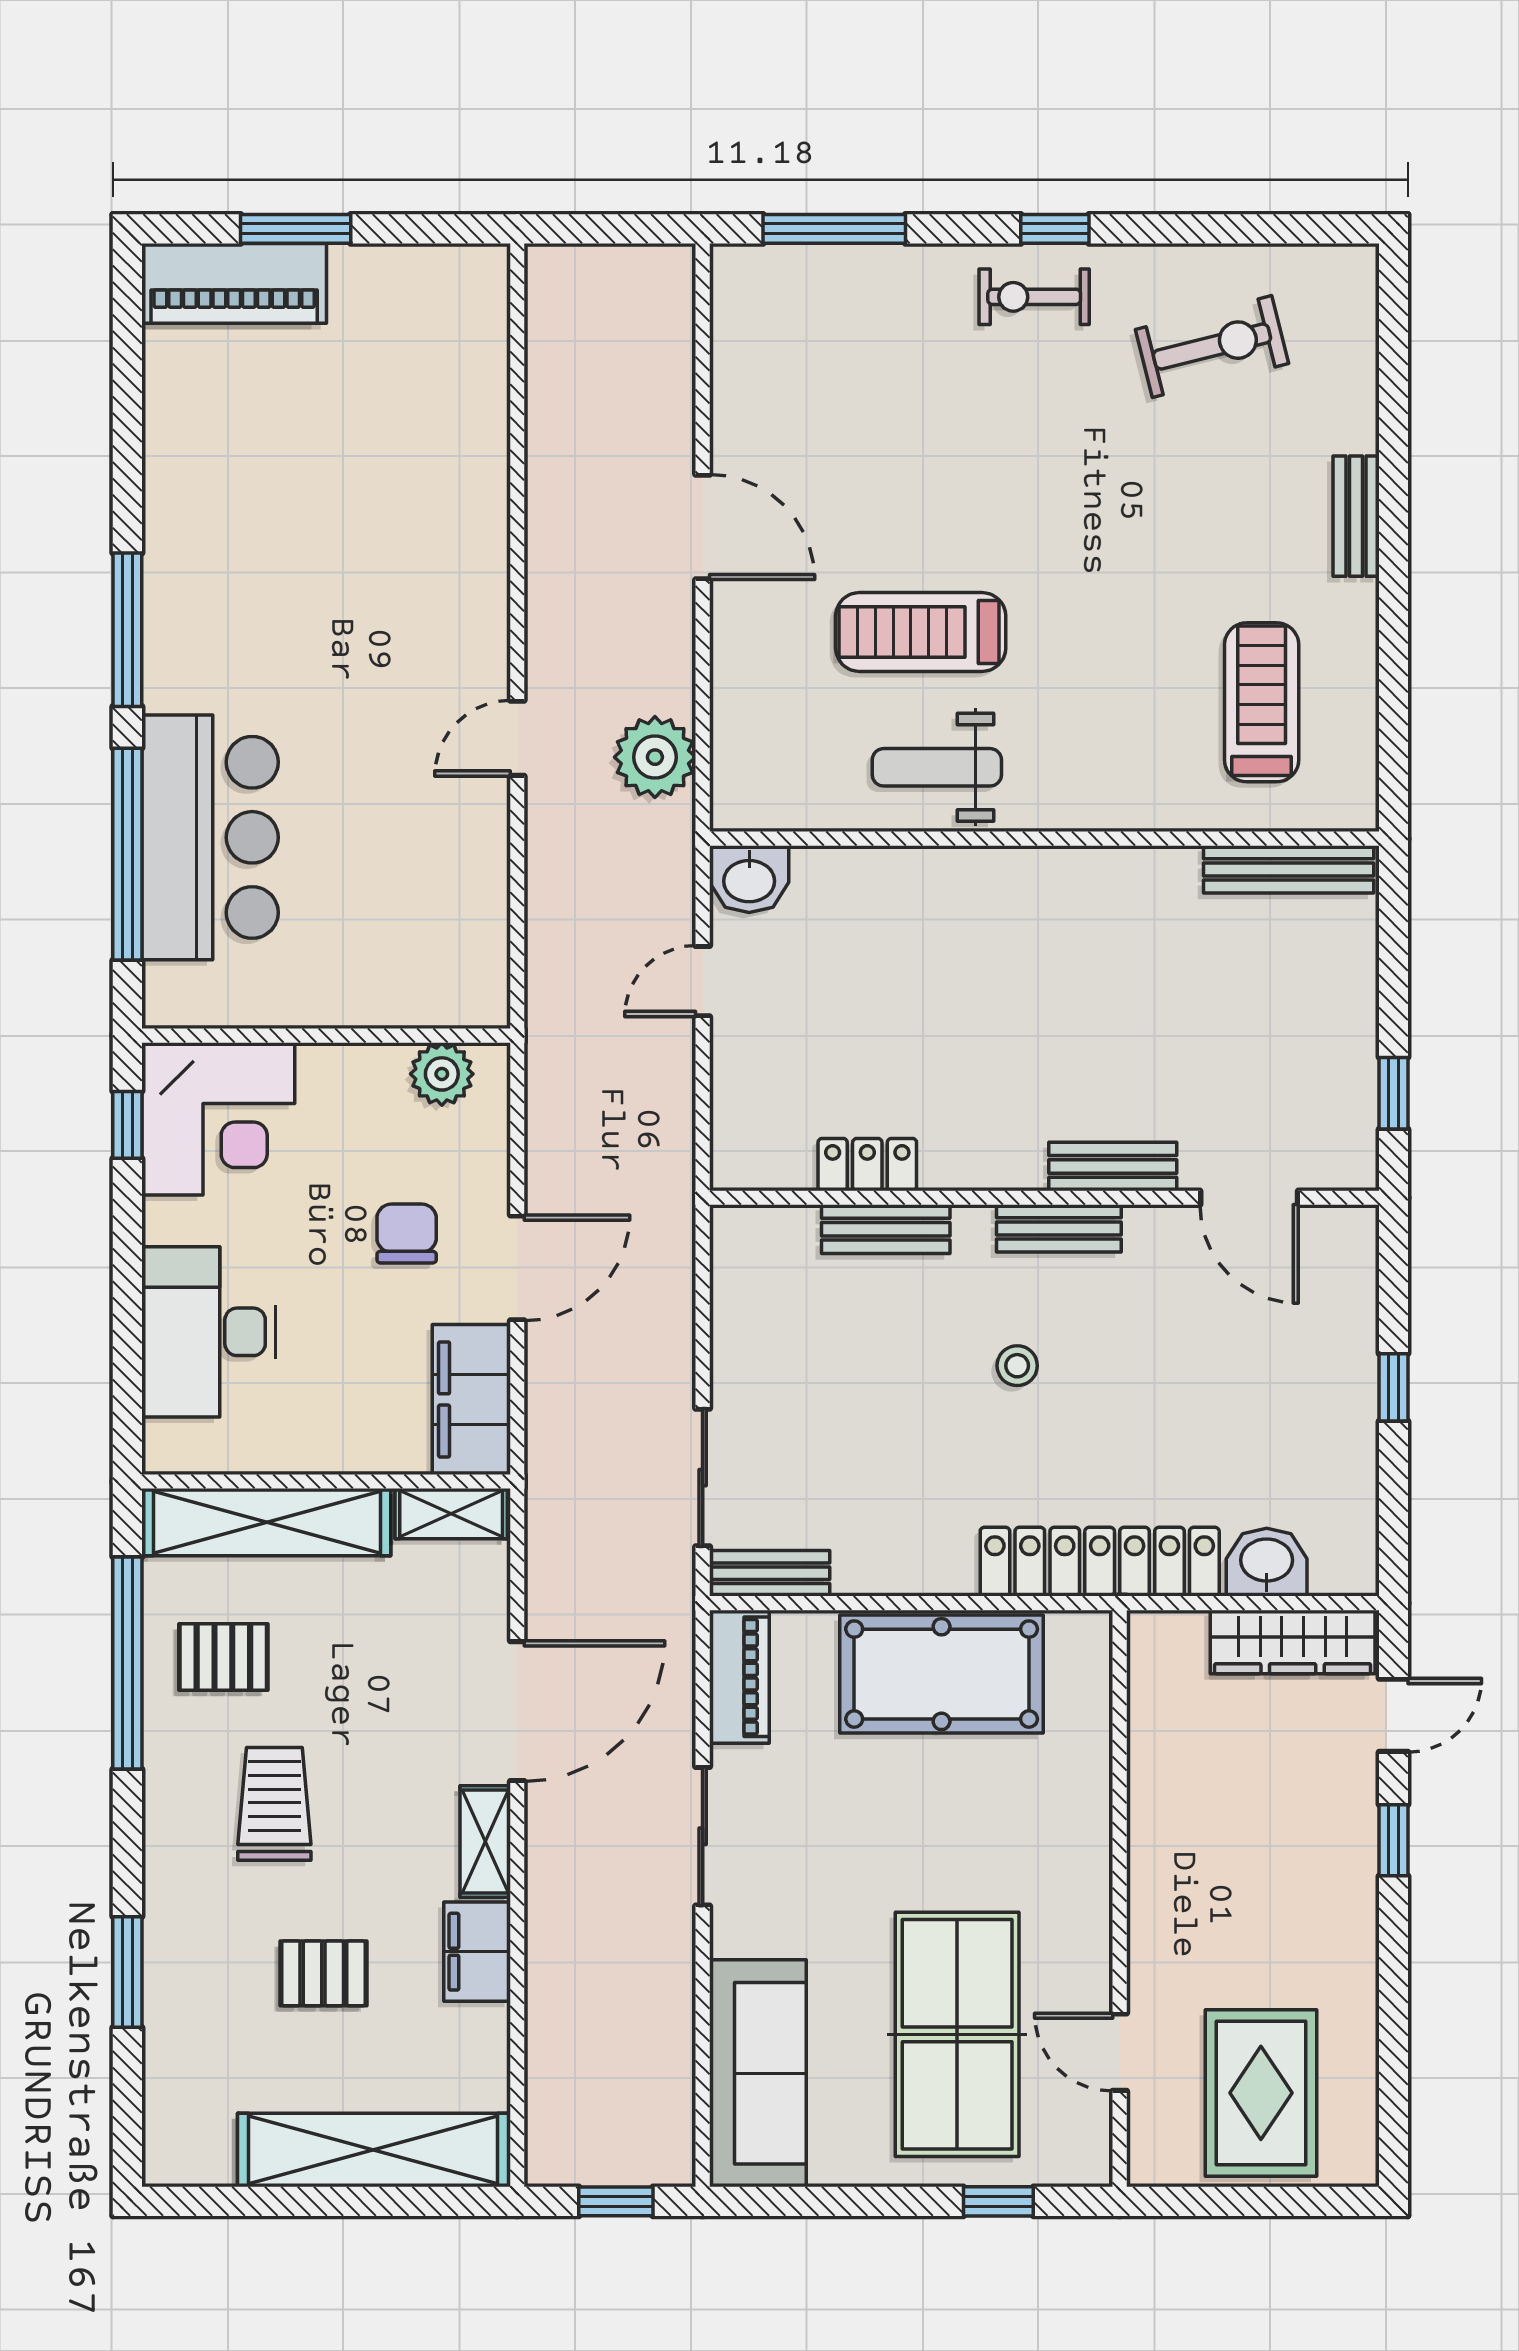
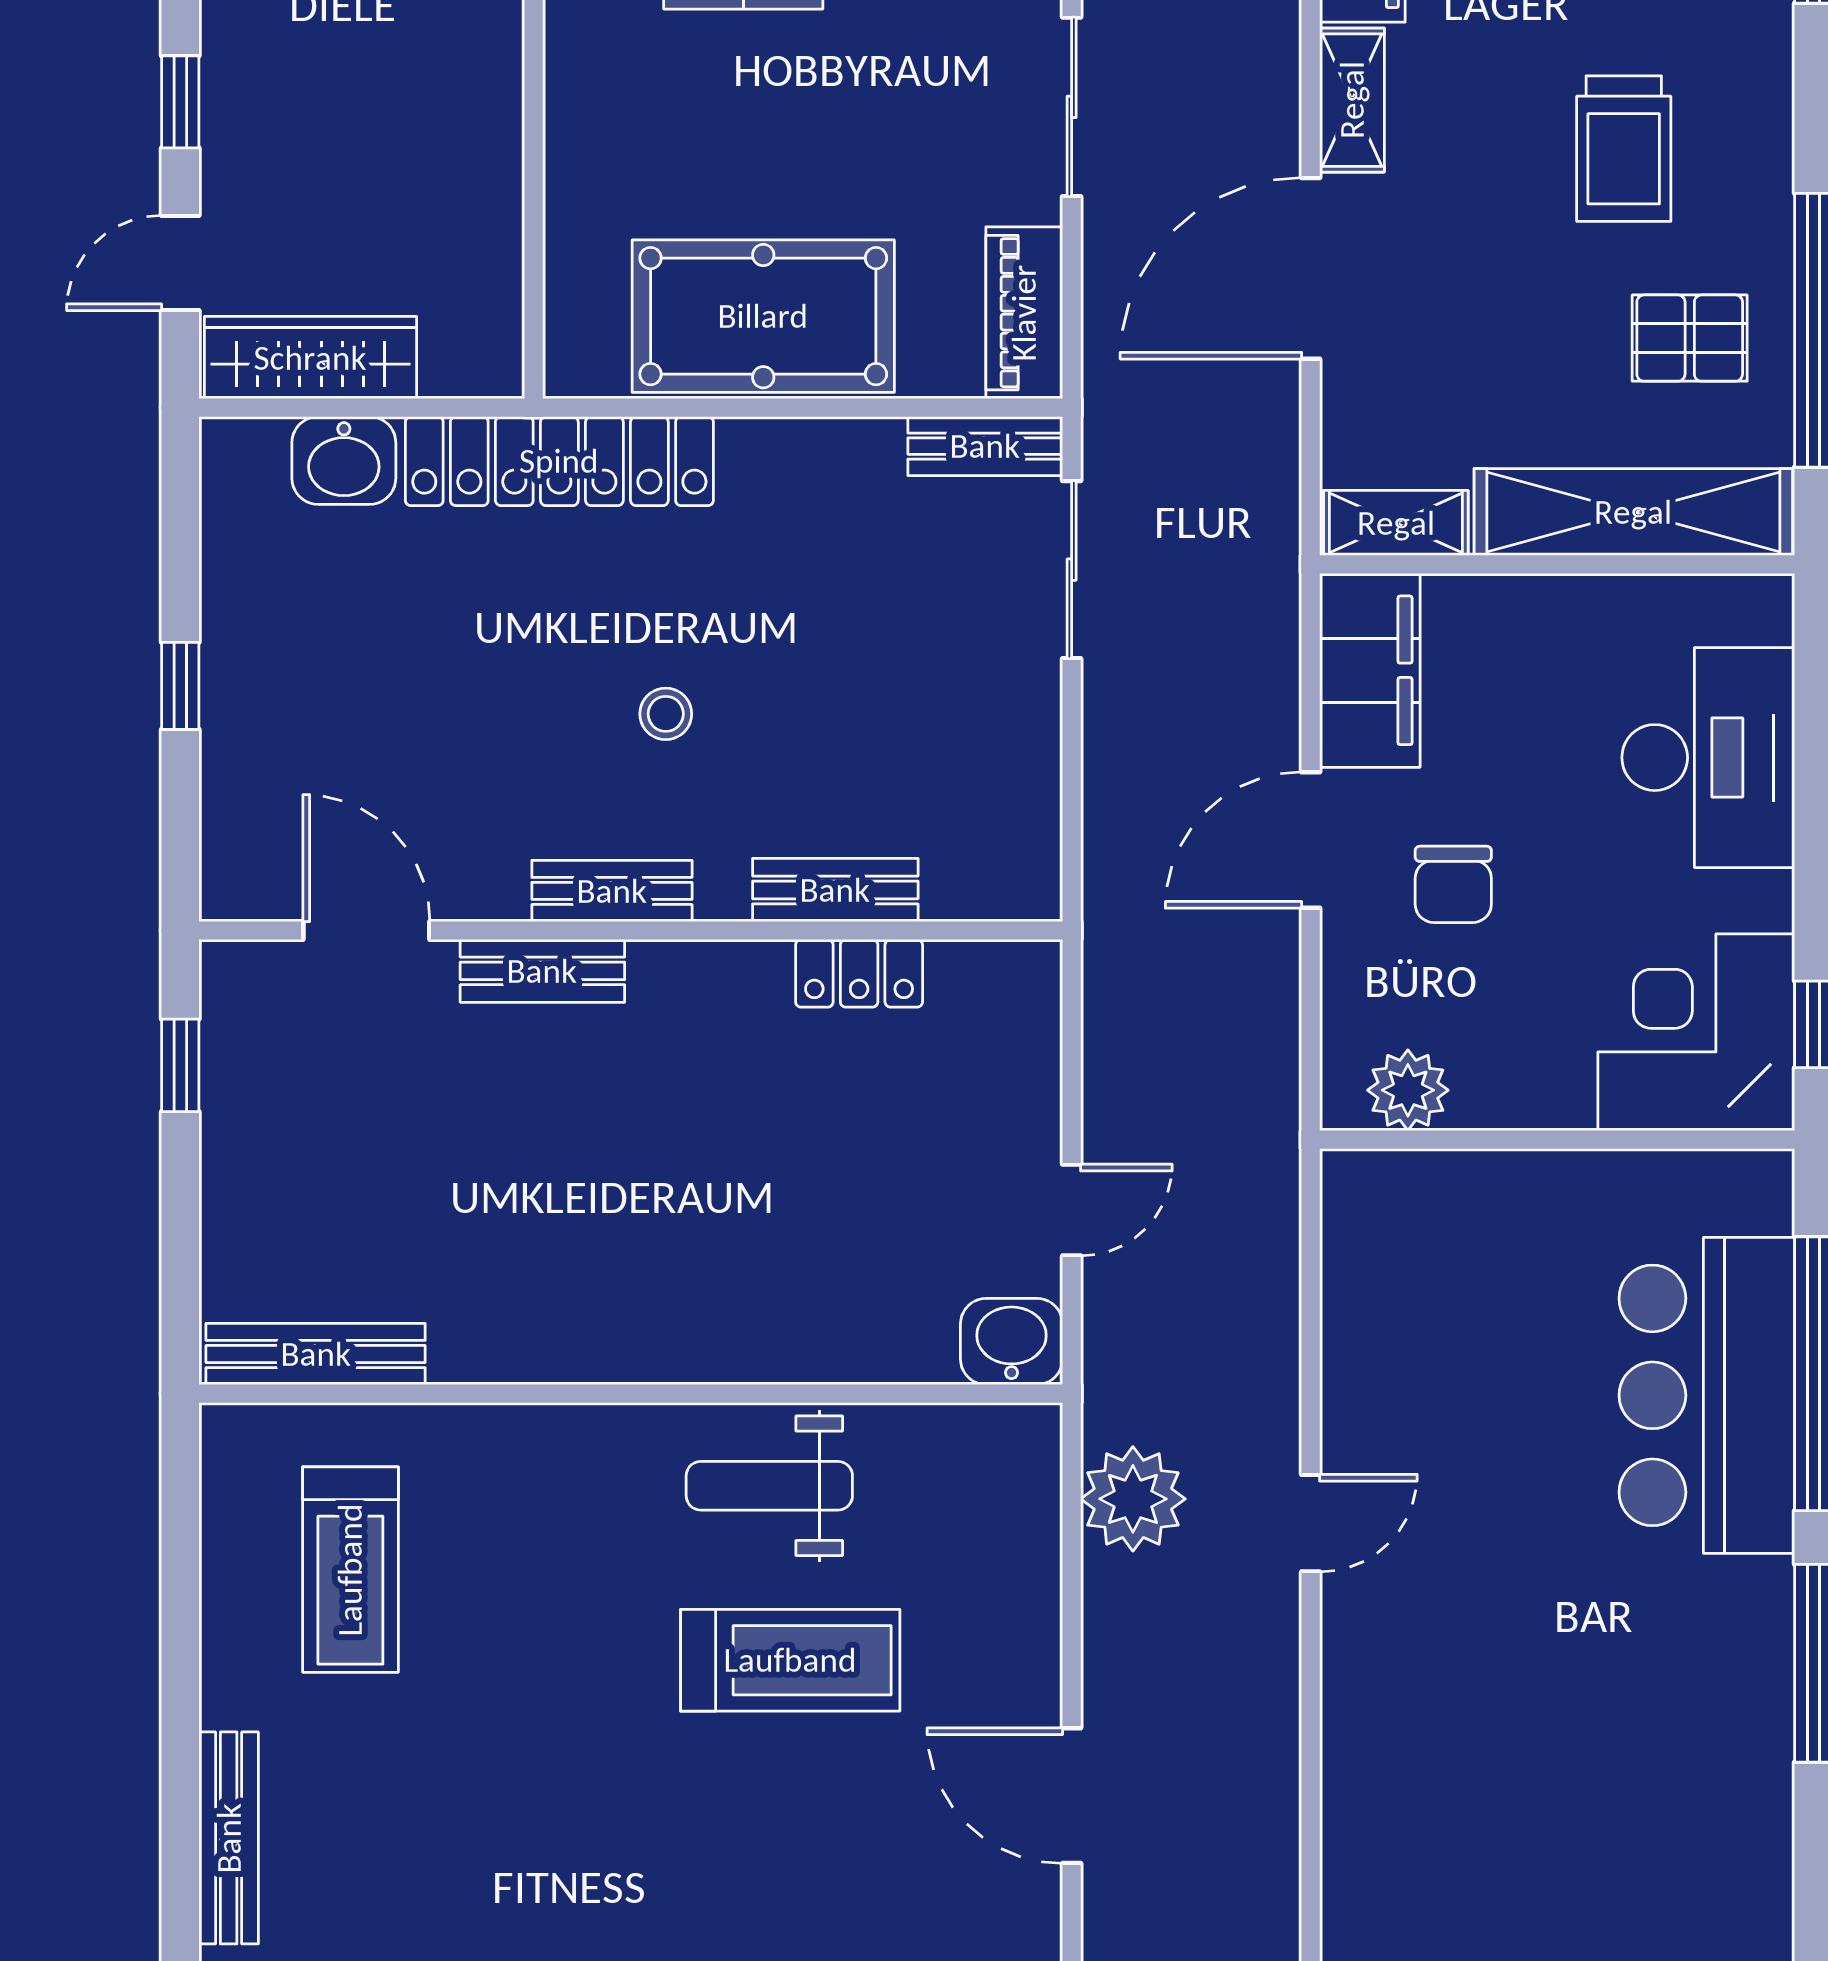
bench: (1356, 516) -> (229, 1838), width x1.36
weight bench: (937, 767) -> (769, 1486), turned 180

